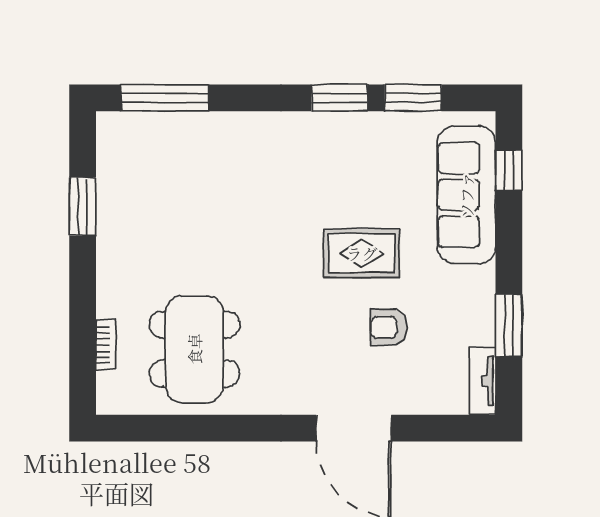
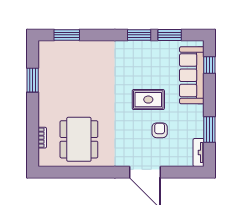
window: (165, 98) -> (67, 35), width x0.69
armchair: (389, 327) -> (160, 130), turned 90

